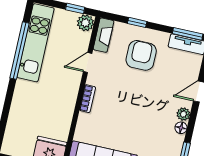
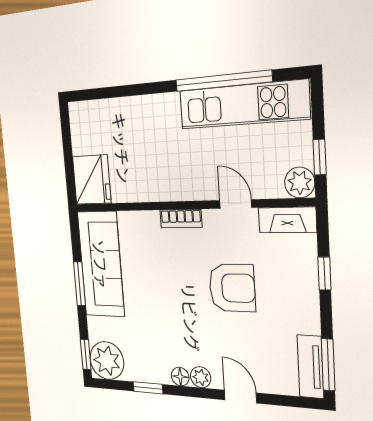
armchair: (141, 55) -> (232, 288), moved

